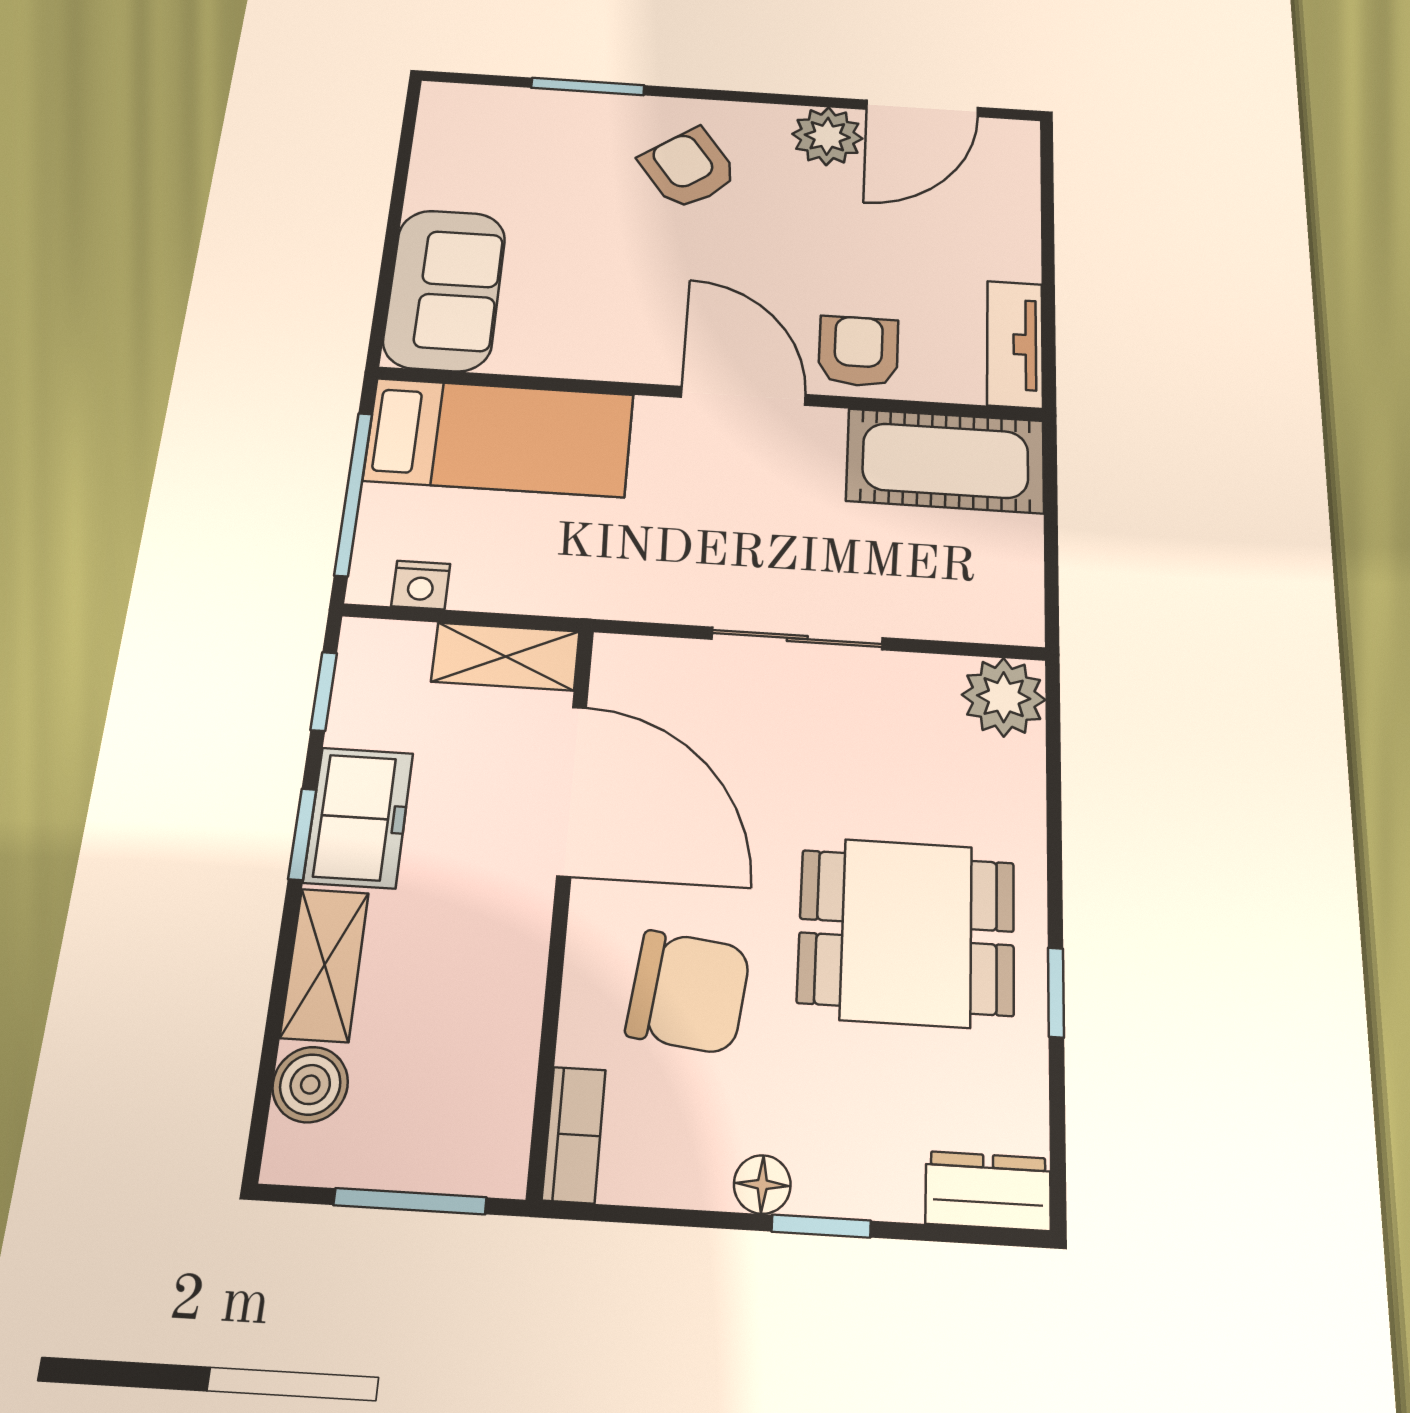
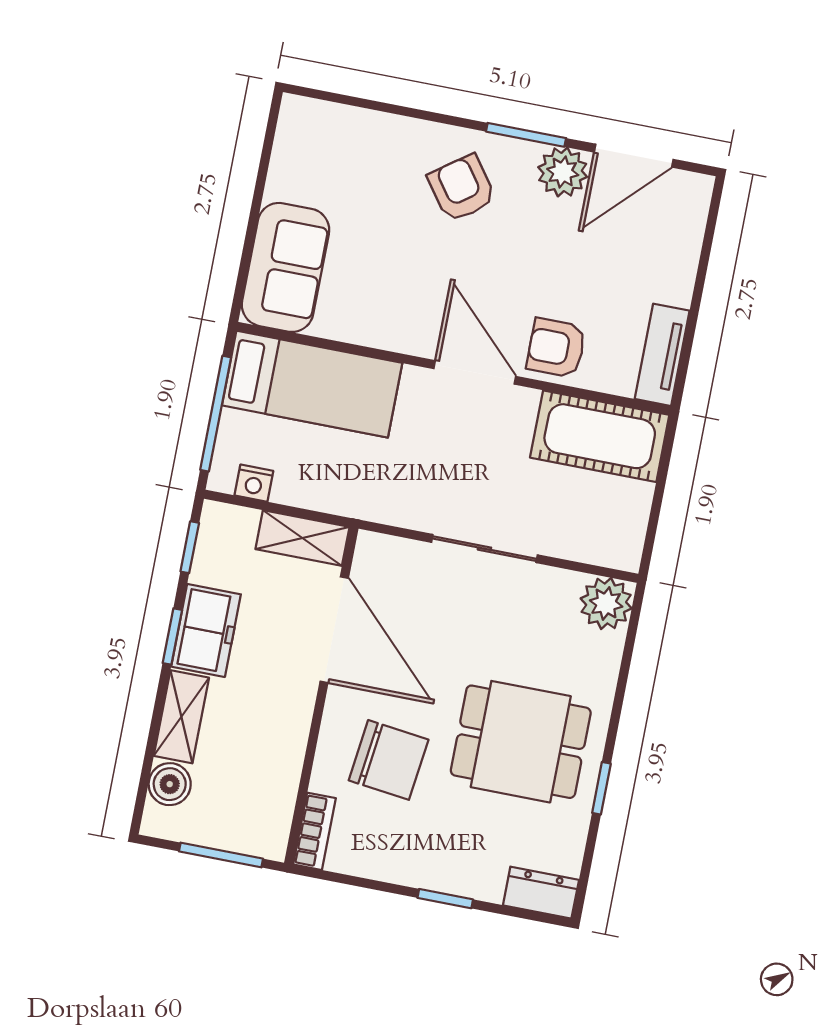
window: (588, 87) -> (526, 135), moved
armchair: (858, 351) -> (556, 348), turned -90
floor lamp: (762, 1184) -> (416, 872), removed

